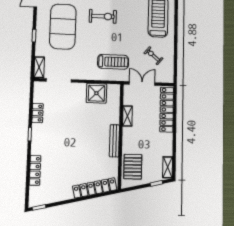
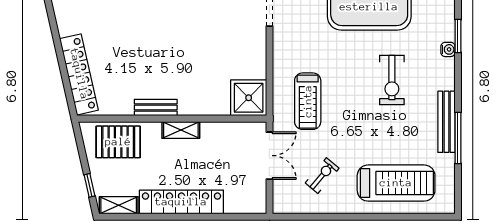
shower: (96, 93) -> (249, 98), moved
locker: (167, 110) -> (181, 202), moved
shelving: (127, 116) -> (181, 130), moved
bench: (114, 141) -> (156, 108), width x0.73

